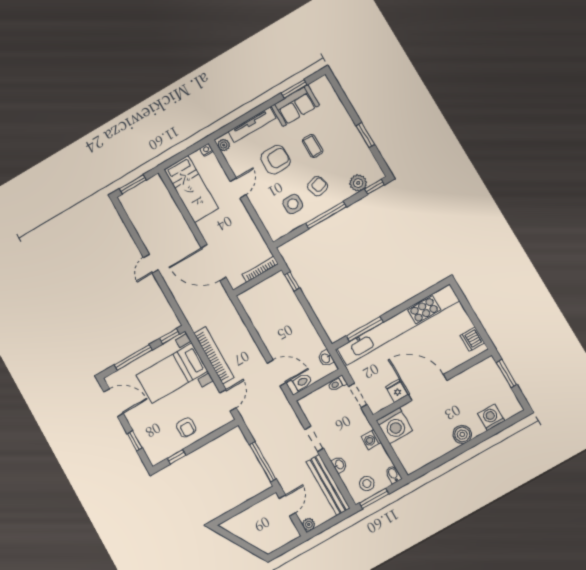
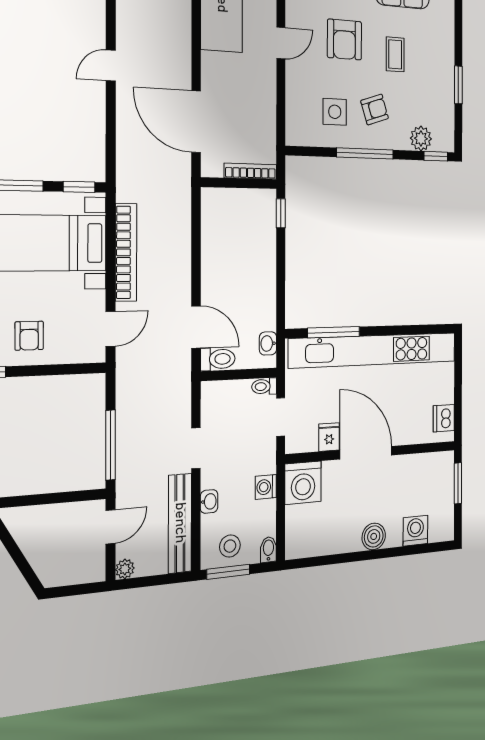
armchair: (275, 160) -> (344, 40), turned 90

